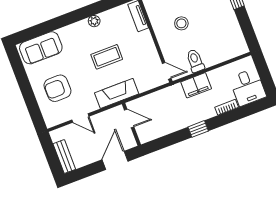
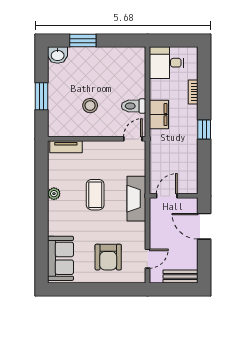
desk: (248, 87) -> (167, 63), moved, turned 180
door: (80, 118) -> (147, 259), moved

